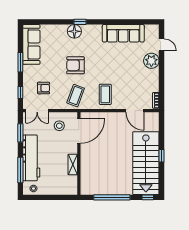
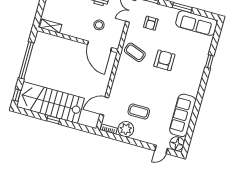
window: (80, 22) -> (209, 61), moved
floor lamp: (74, 31) -> (177, 144), moved
plant: (151, 61) -> (126, 129), moved
coffee table: (105, 94) -> (139, 112), moved
stool: (59, 126) -> (99, 25), moved
shelving: (73, 164) -> (51, 26), moved

